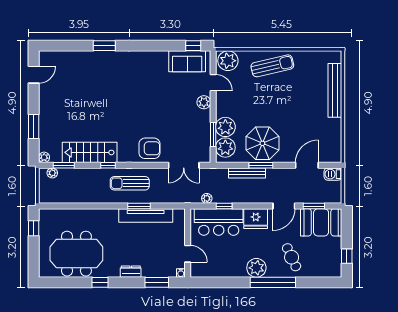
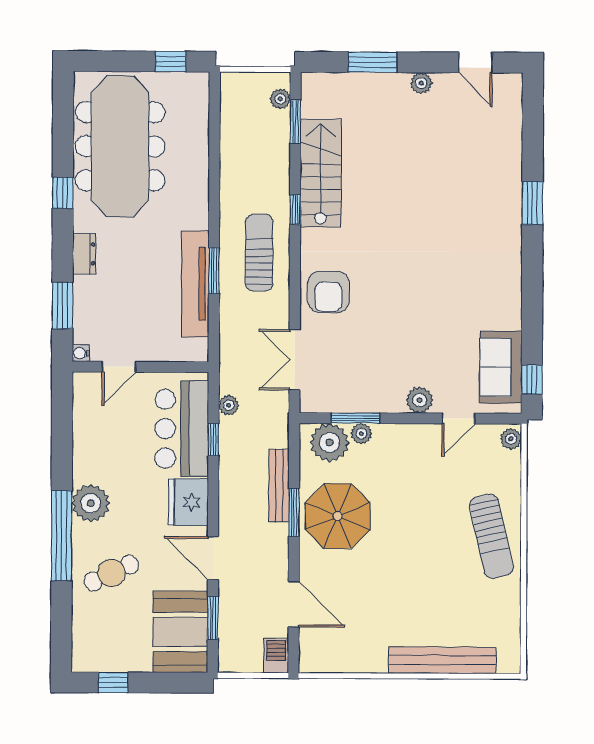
plant: (228, 61) -> (511, 439), width x0.53, depth x0.53
plant: (225, 127) -> (361, 434), width x0.53, depth x0.53
plant: (44, 157) -> (421, 83), moved
meeting table: (76, 254) -> (120, 146), width x1.36

